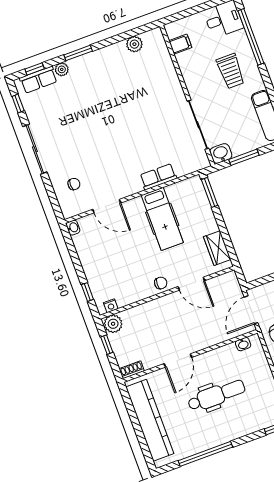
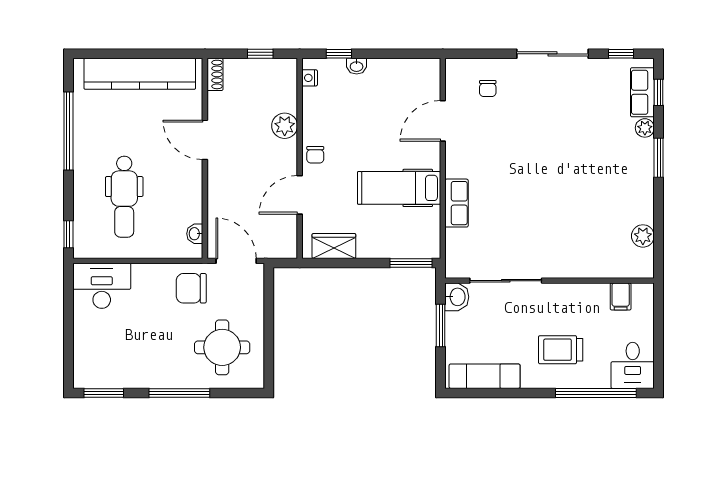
washbasin: (73, 228) -> (357, 66), moved
plant: (113, 324) -> (285, 126), moved
dental chair: (216, 395) -> (124, 197), moved

